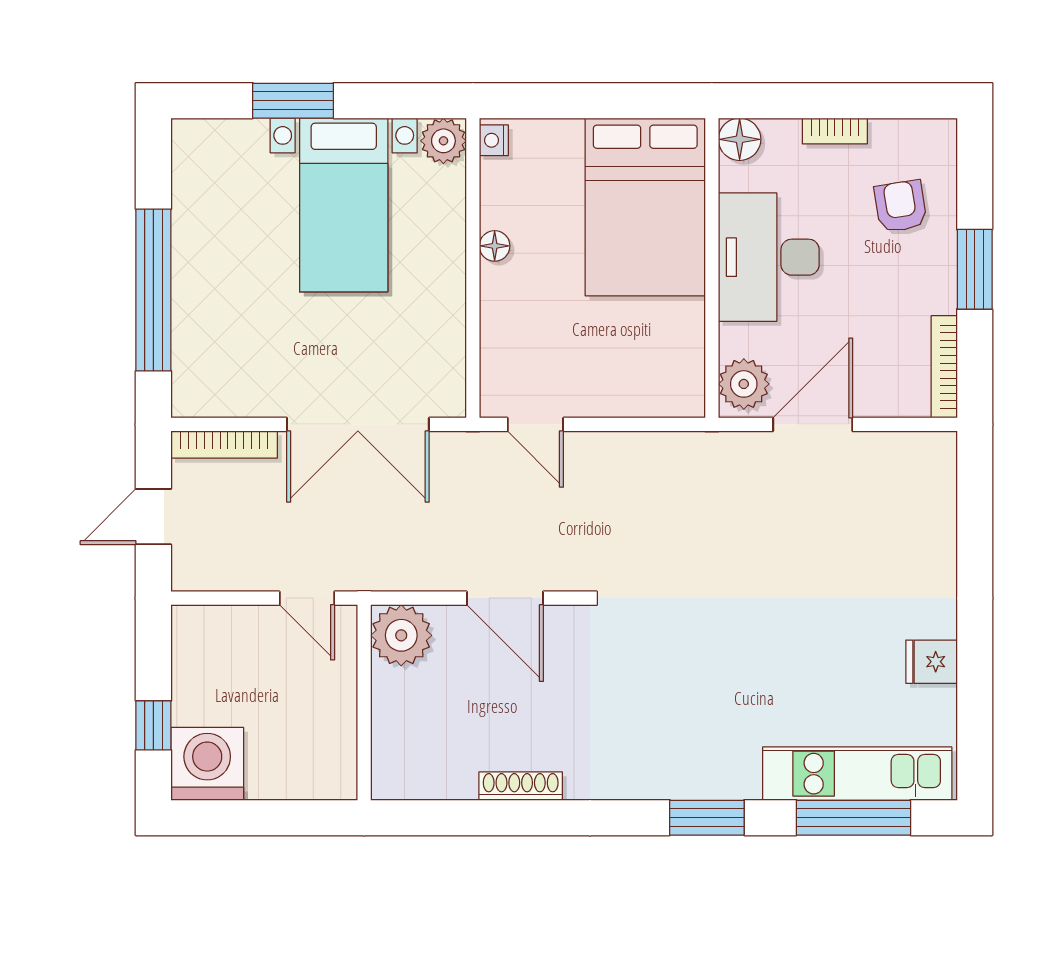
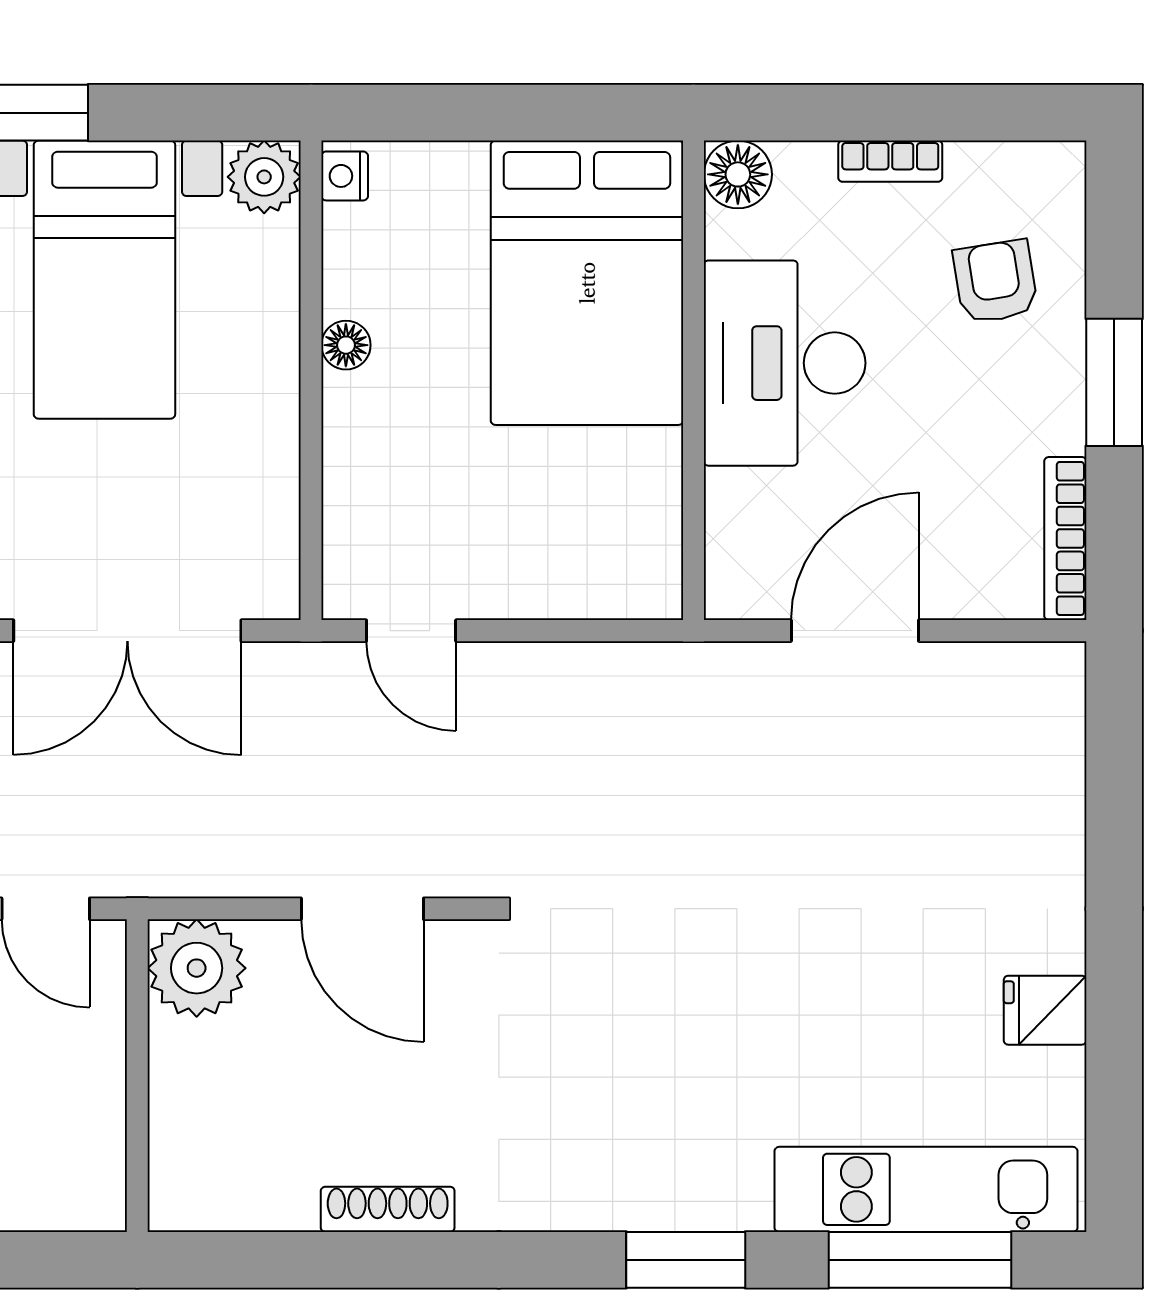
plant: (744, 384) -> (745, 566), removed

